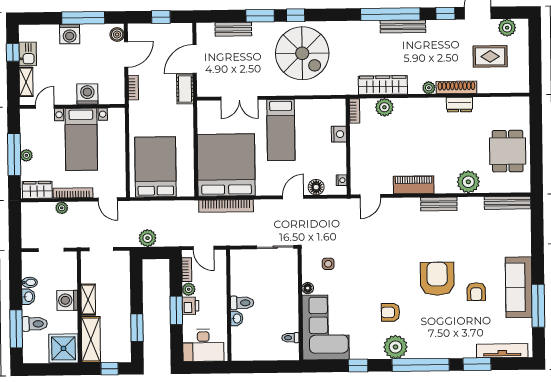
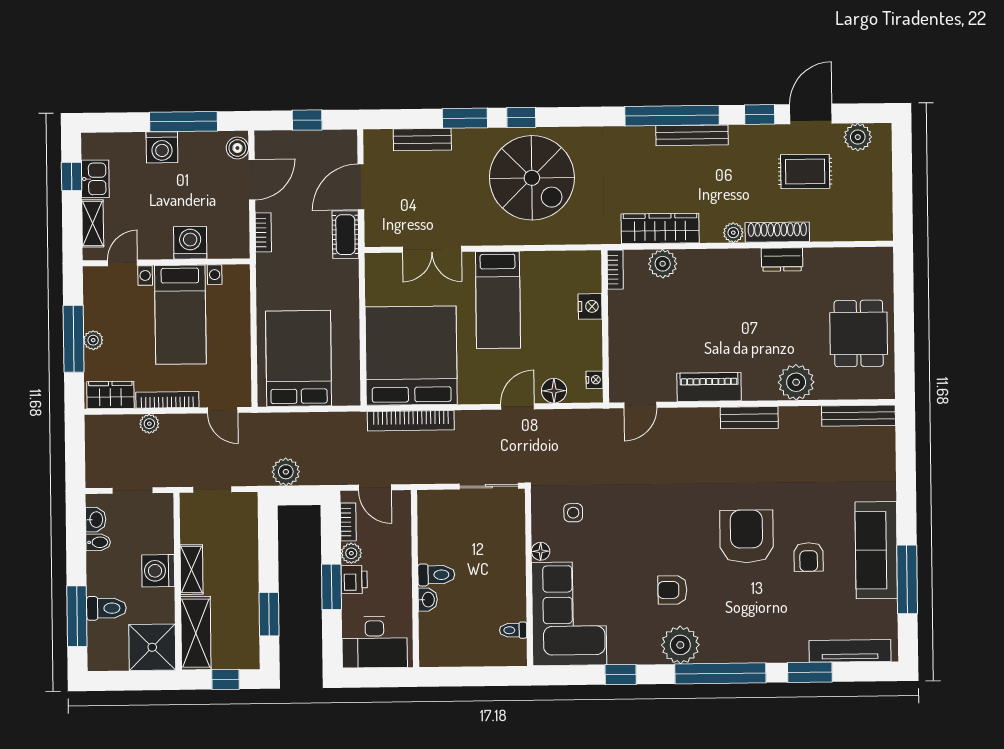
rug: (490, 56) -> (805, 172), moved
washbasin: (28, 297) -> (96, 520), moved

